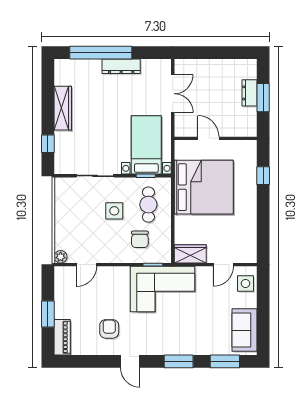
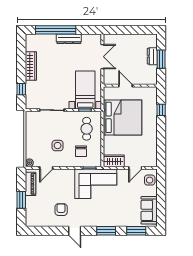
side table: (114, 211) -> (58, 146), moved
piano: (62, 337) -> (31, 184), moved

